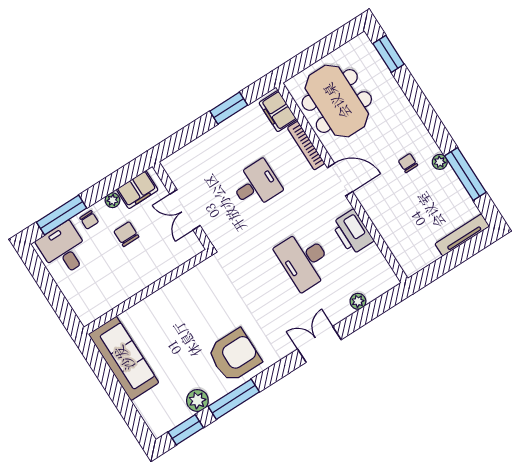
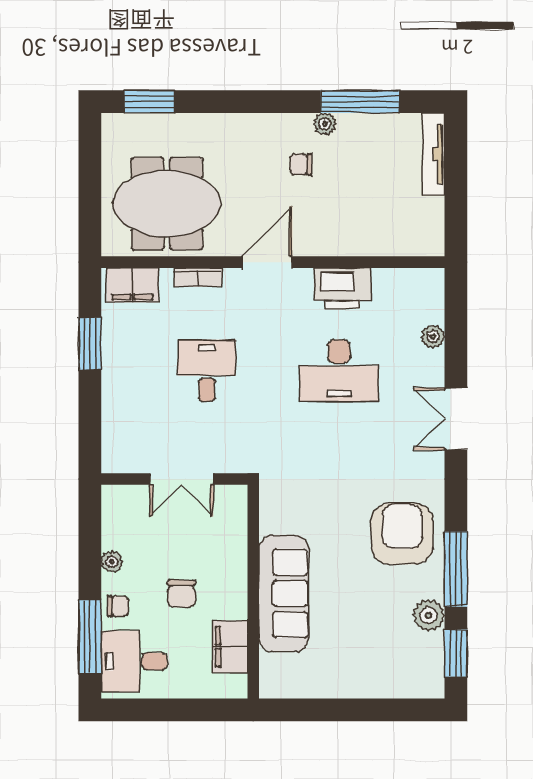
bookcase: (306, 146) -> (198, 277), width x0.64
filing cabinet: (137, 190) -> (230, 647), moved, turned 180
chair: (126, 234) -> (181, 594), moved, turned -90
sofa: (124, 358) -> (284, 593), moved, turned 90

